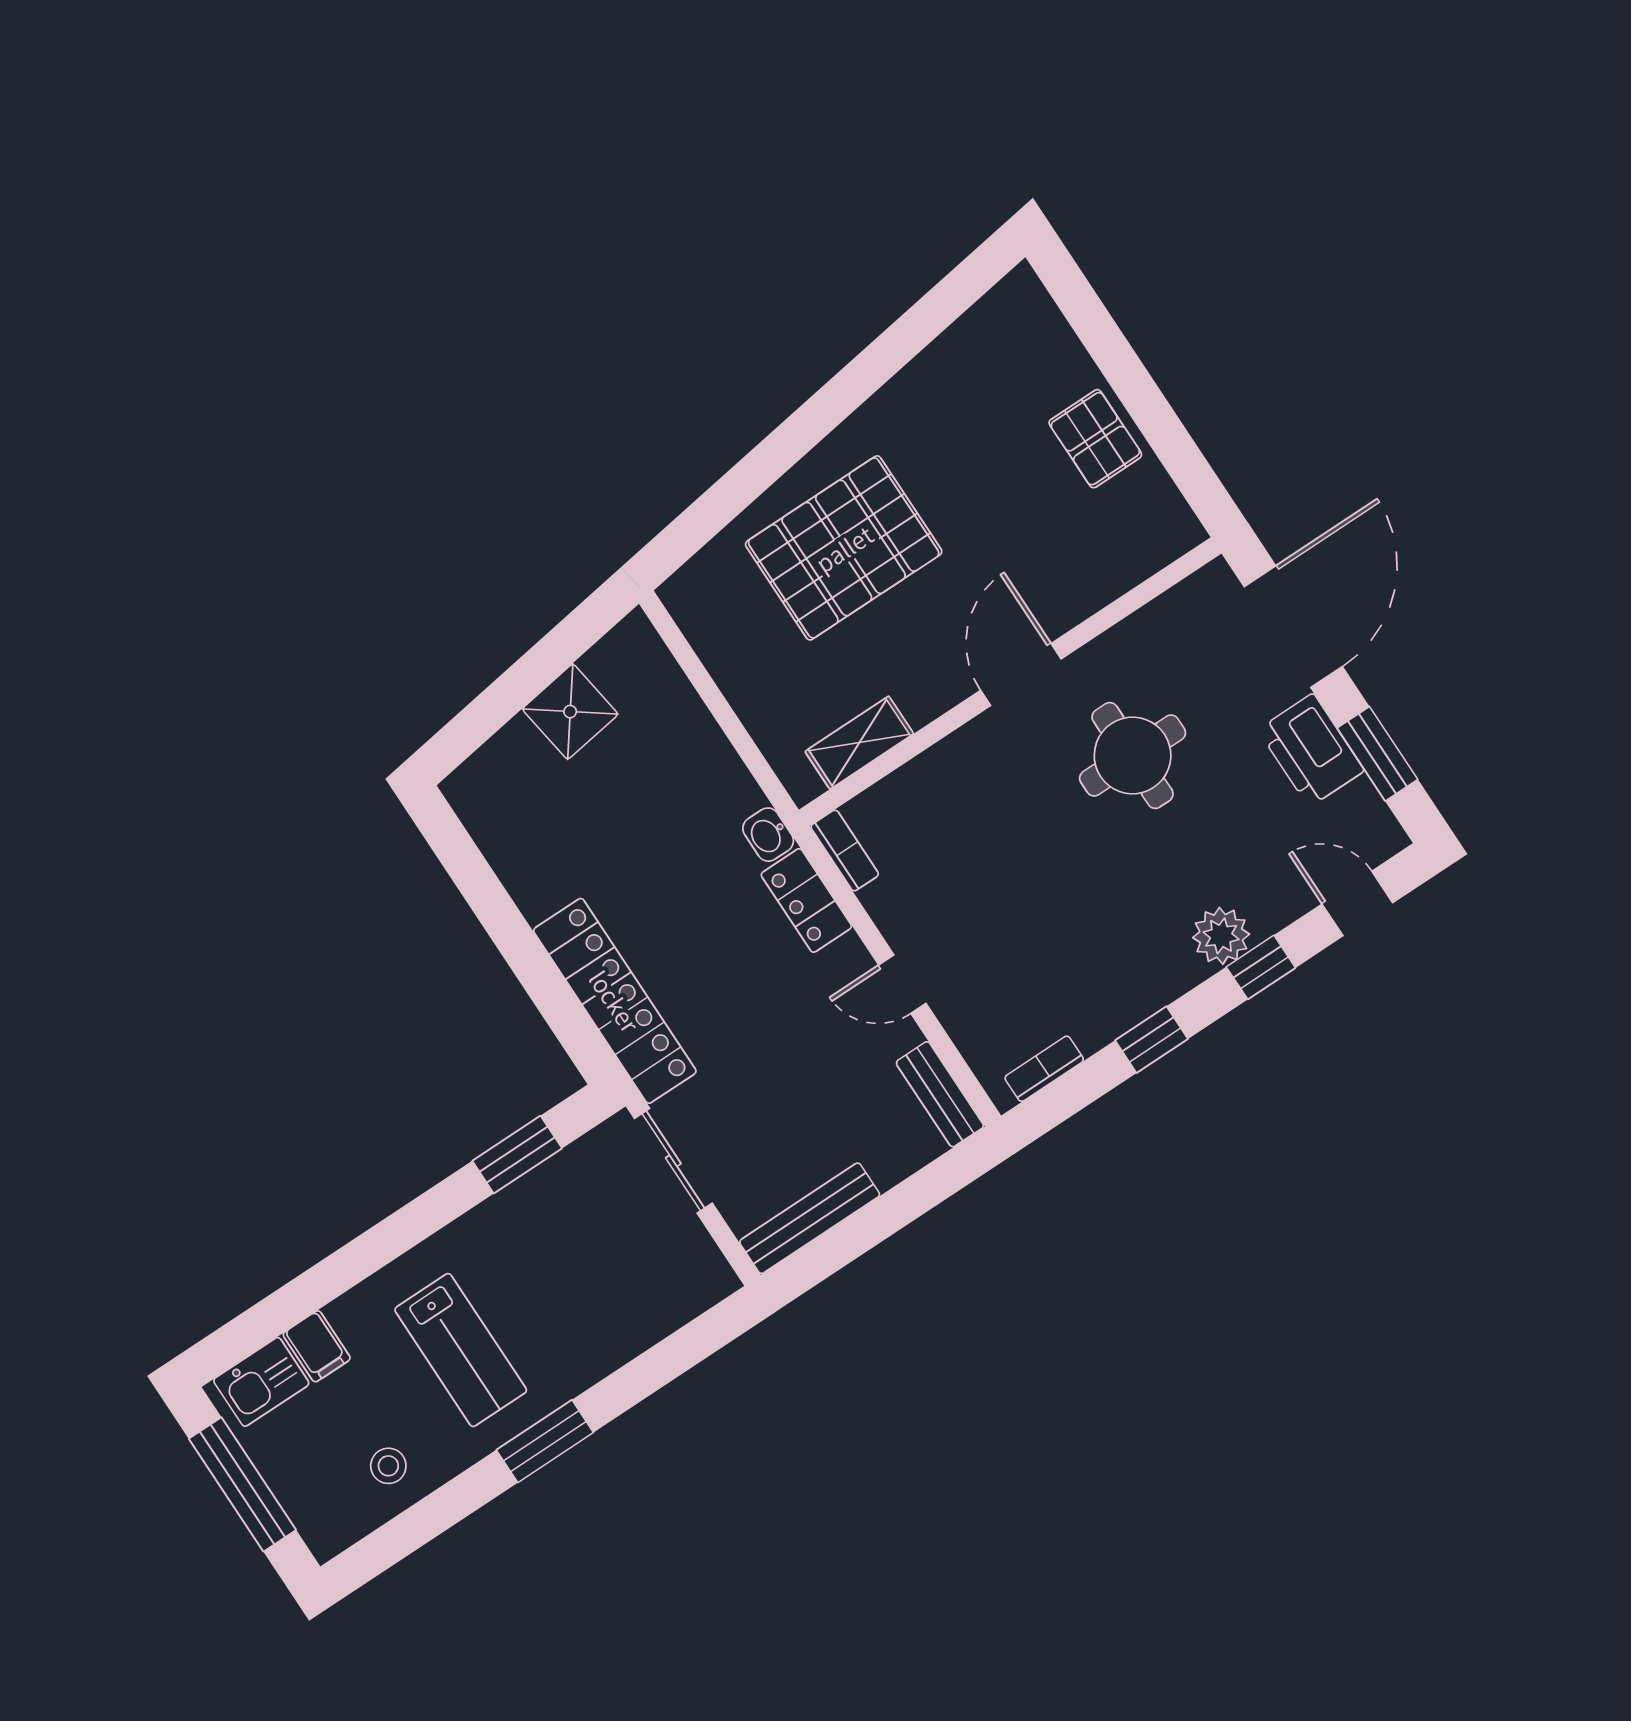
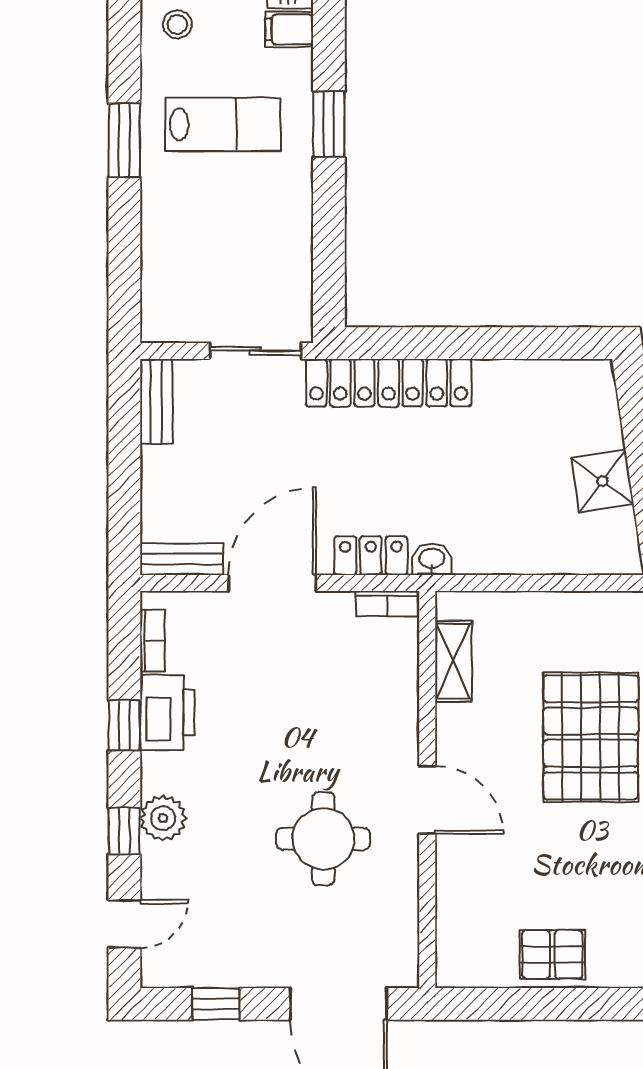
printer: (1311, 750) -> (167, 712), moved, turned 90
window: (1377, 754) -> (216, 1004), width x0.67
door: (902, 984) -> (272, 583), width x1.88
window: (517, 1155) -> (329, 124), moved
bench: (810, 1218) -> (156, 401), width x0.73
lab bench: (461, 1350) -> (223, 124), turned 180

